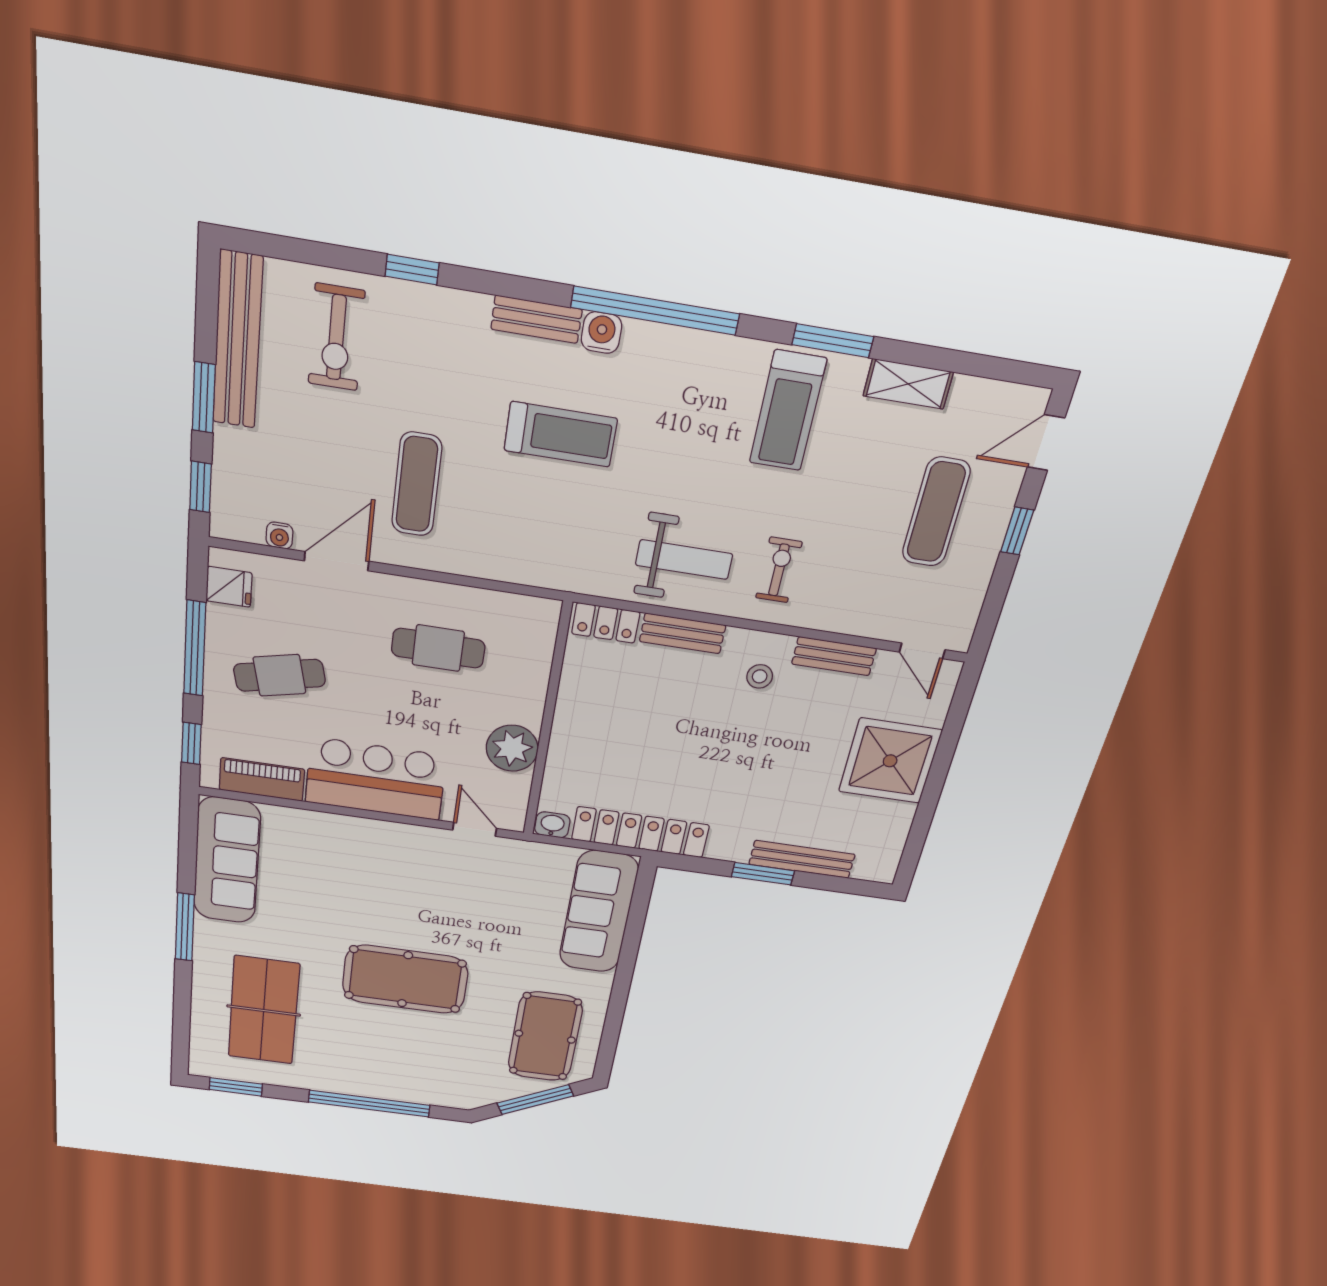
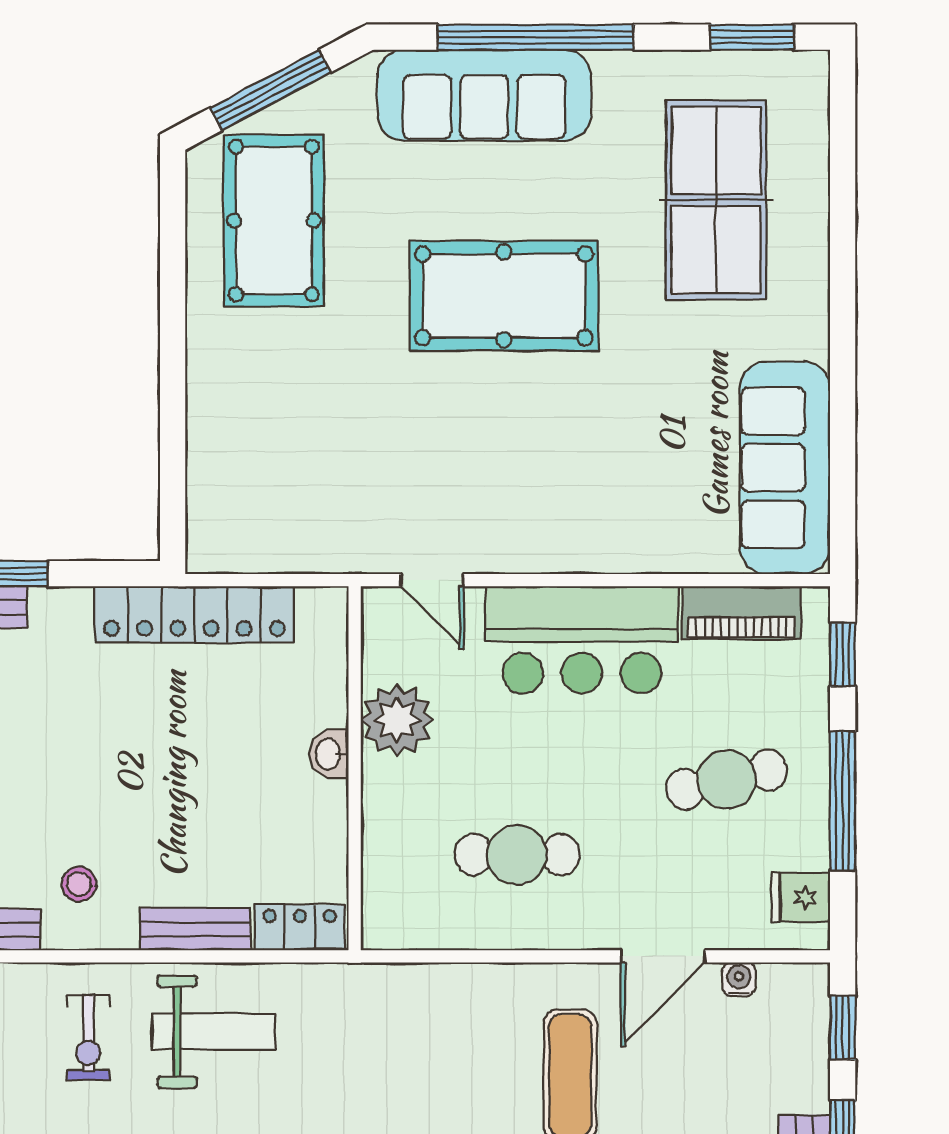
weight bench: (684, 560) -> (214, 1032), turned 180
washbasin: (552, 825) -> (329, 754), moved, turned 90
sofa: (598, 912) -> (484, 95), moved, turned 90
window: (185, 927) -> (843, 339), removed

